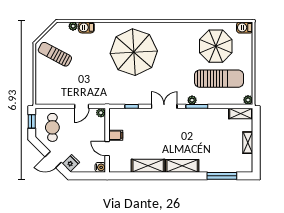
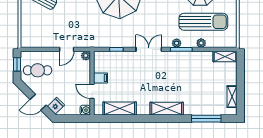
plant: (248, 100) -> (201, 43), moved
cafe table: (52, 127) -> (38, 70), turned 90
shelving: (248, 143) -> (232, 97), moved
shelving: (148, 166) -> (120, 109), moved

